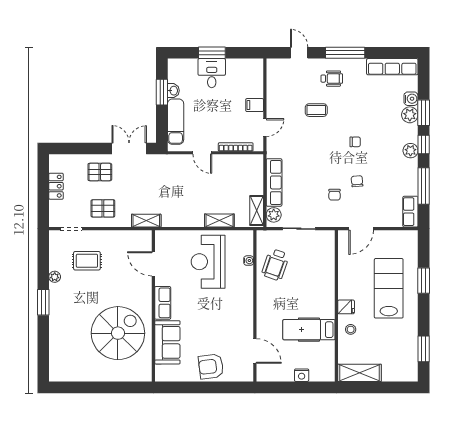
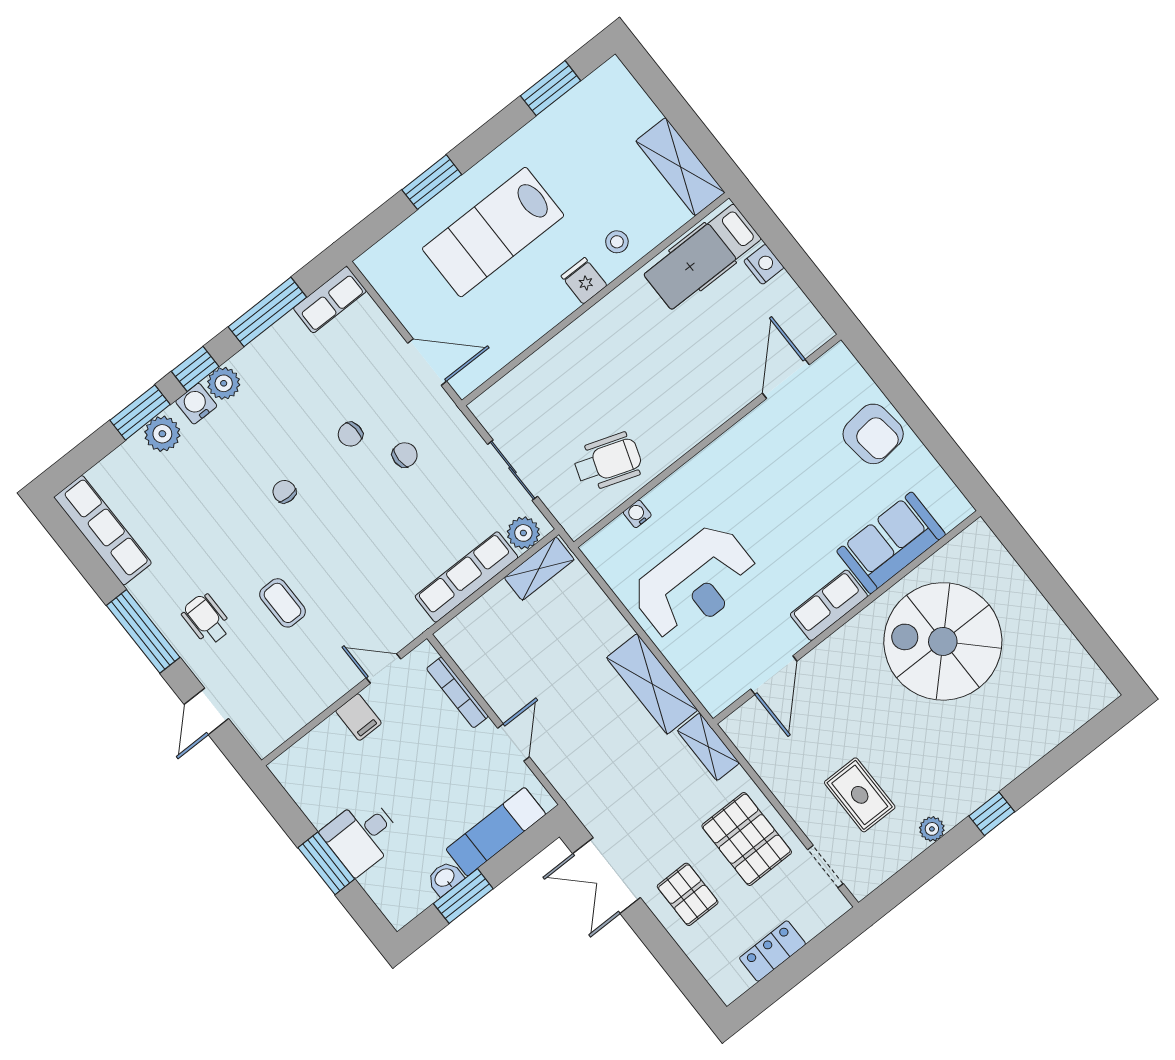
water cooler: (411, 99) -> (196, 404), moved
pallet: (103, 208) -> (747, 839), width x1.50, depth x1.42
shelving: (219, 220) -> (652, 684), moved, width x1.50, depth x1.33
window: (43, 302) -> (992, 814), width x0.67
hospital bed: (309, 330) -> (703, 257), moved, turned 90

